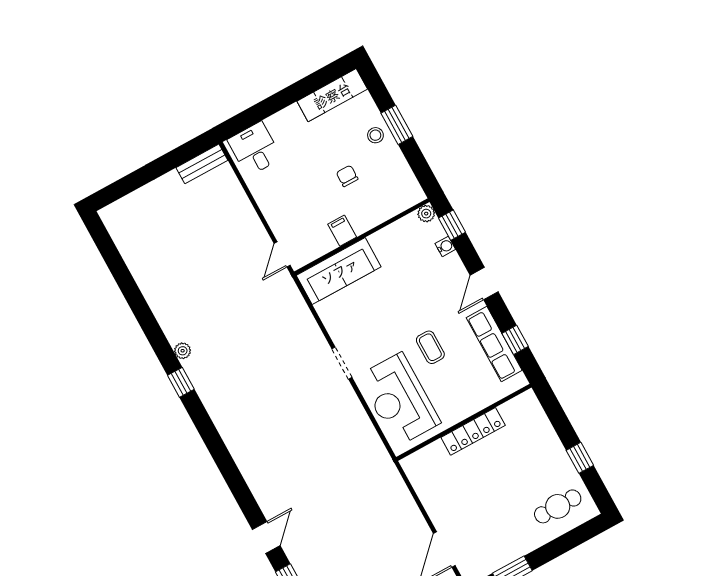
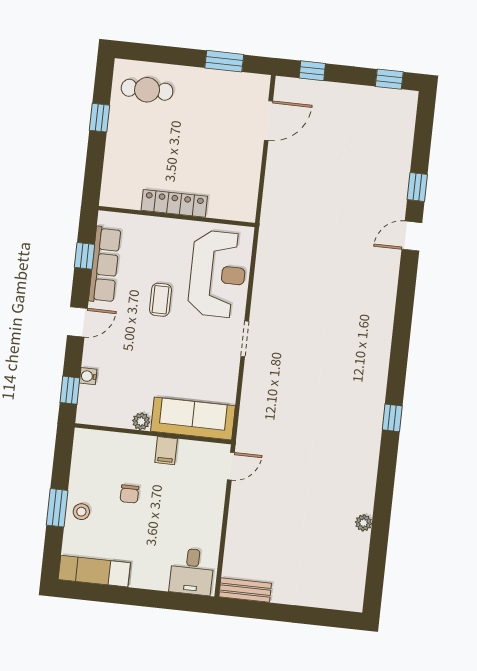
plant: (426, 214) -> (141, 421), moved
plant: (183, 351) -> (363, 523), moved

